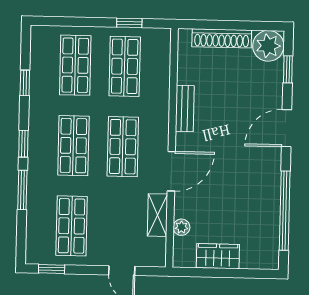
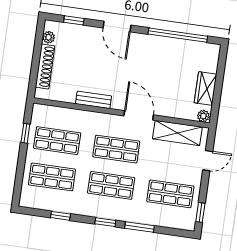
plant: (268, 46) -> (49, 37), width x0.53, depth x0.53
shelving: (157, 215) -> (177, 133), width x1.50, depth x1.33
plant: (181, 227) -> (203, 116), moved

